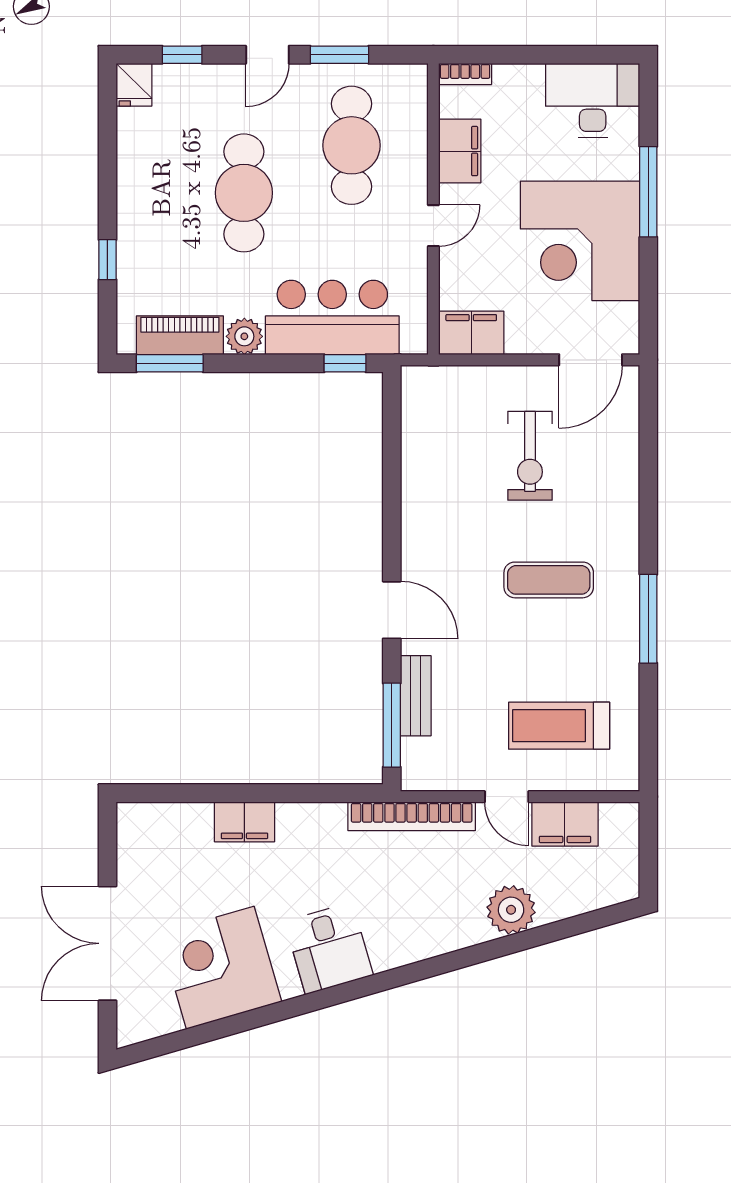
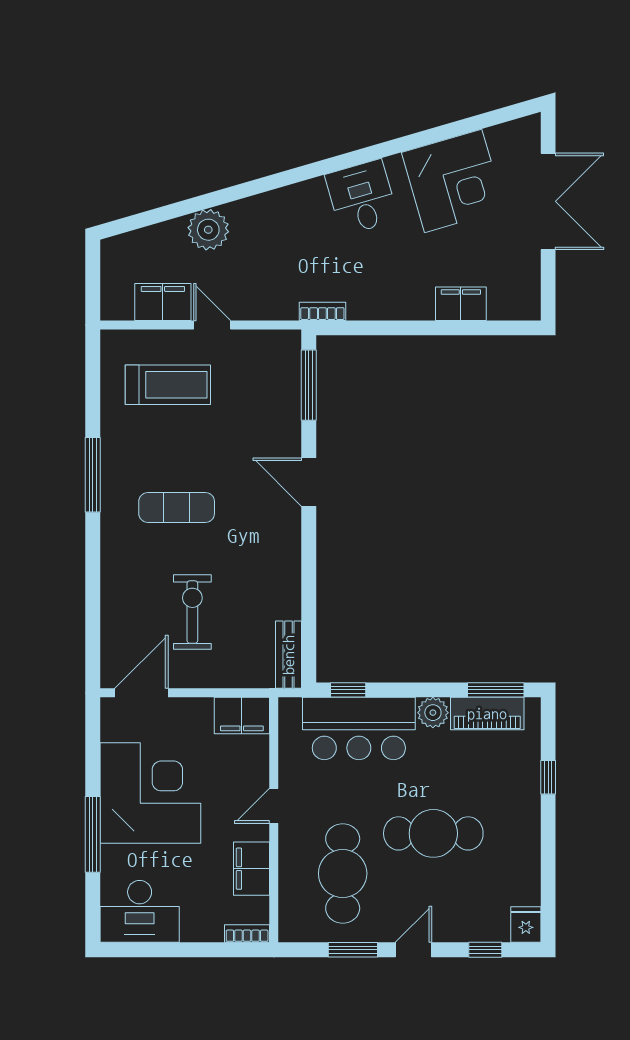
cafe table: (244, 193) -> (433, 833), turned 90
bench: (416, 696) -> (289, 655), moved
bookcase: (412, 816) -> (322, 311), width x0.43, depth x0.76
filing cabinet: (244, 822) -> (461, 304), moved

